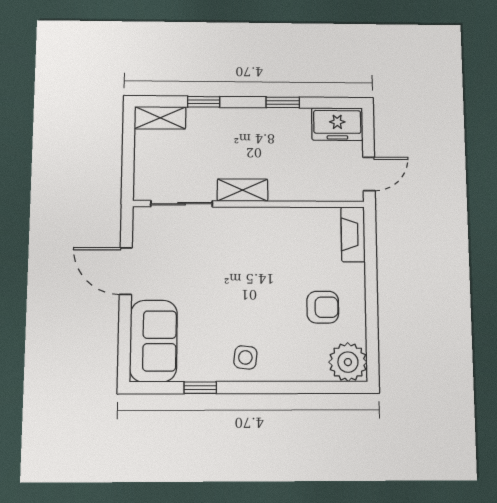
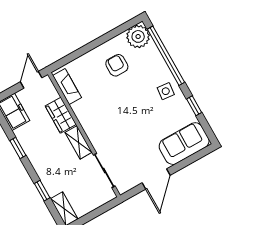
door: (369, 174) -> (31, 80), hinge flipped
wardrobe: (295, 187) -> (61, 115), added
fireplace: (353, 234) -> (67, 87), moved, turned -90
window: (297, 387) -> (166, 56), added

